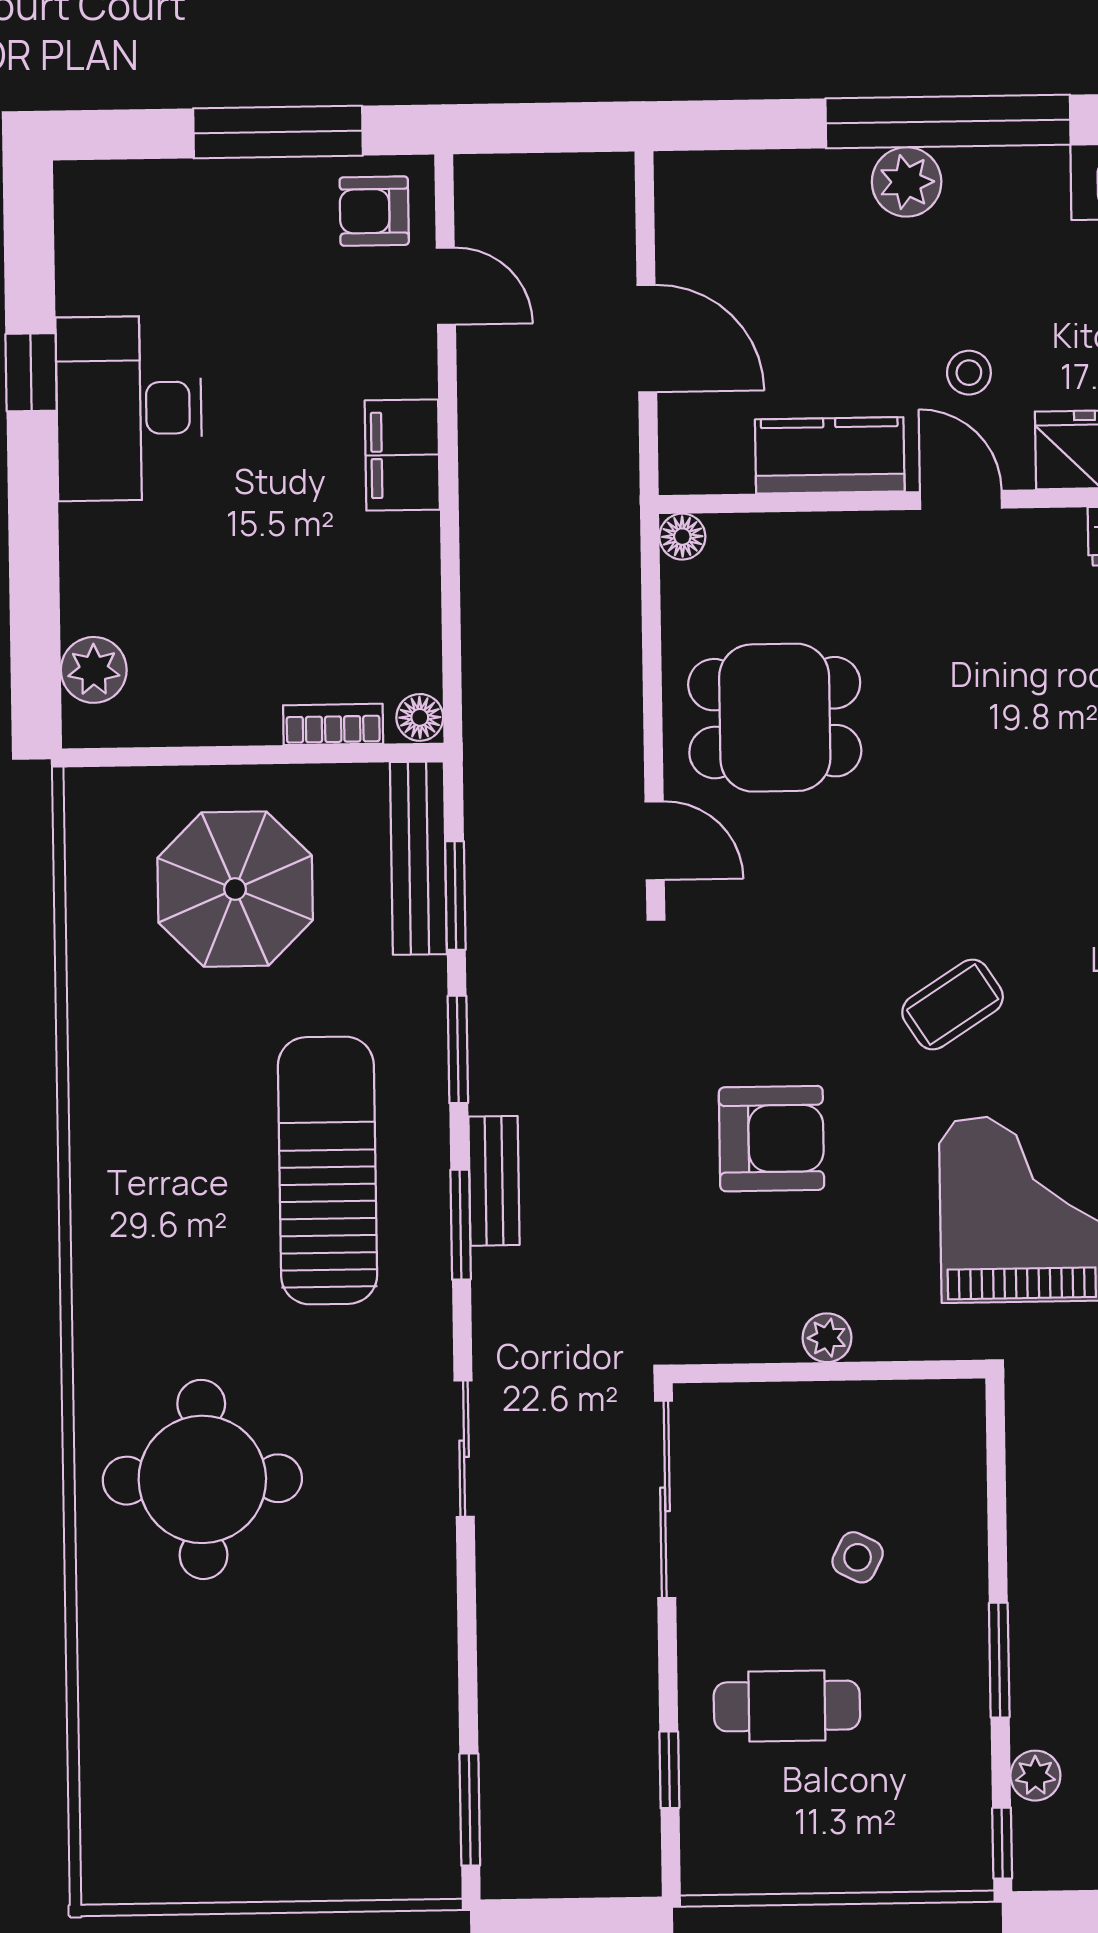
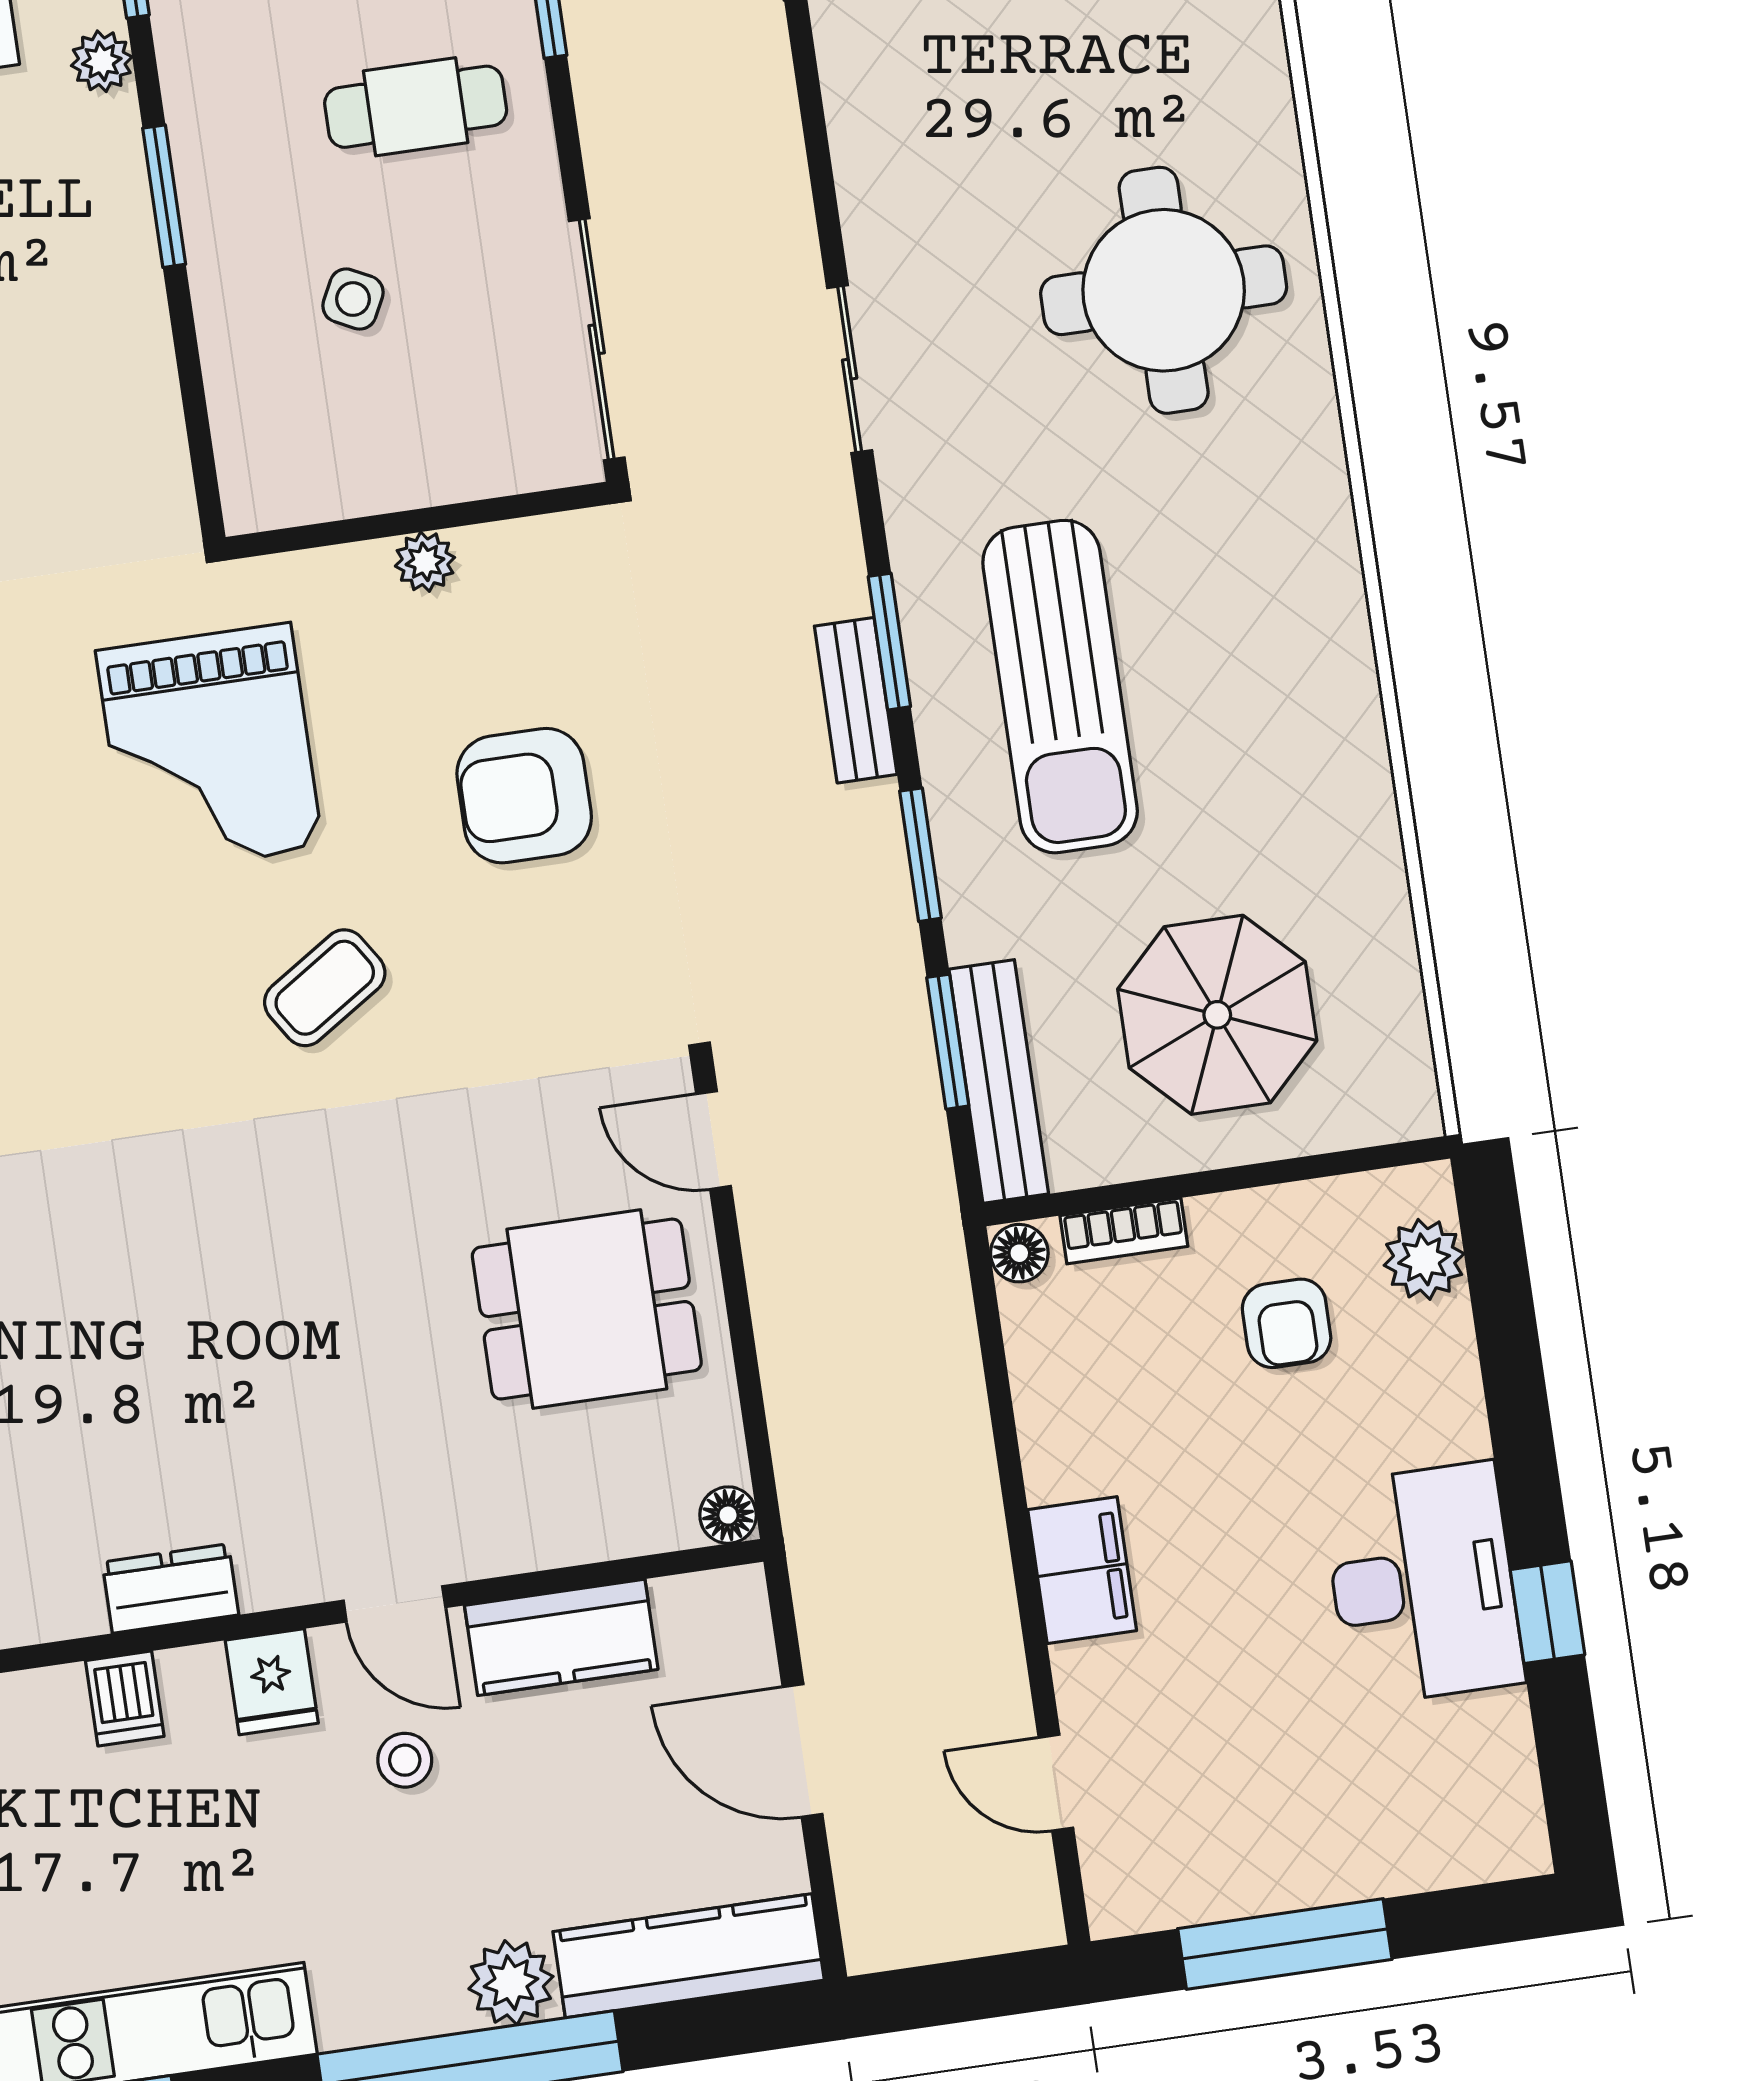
kitchen counter: (760, 185) -> (689, 1956), added
armchair: (374, 211) -> (1287, 1323), moved, turned 90

